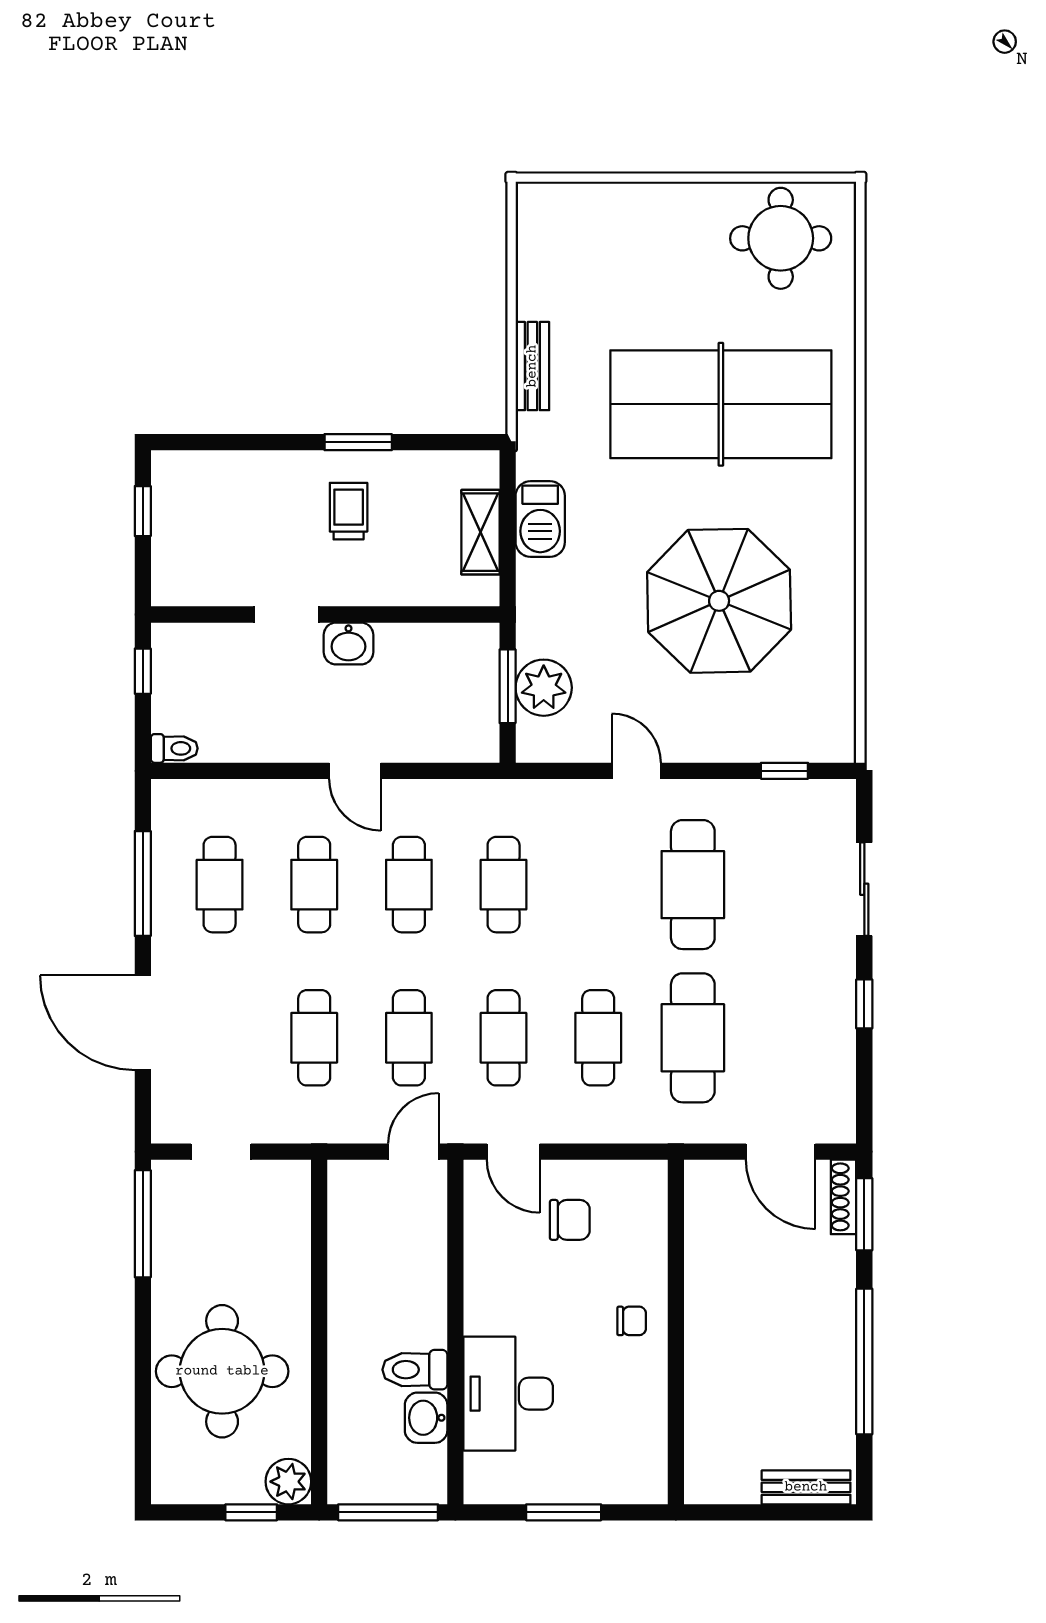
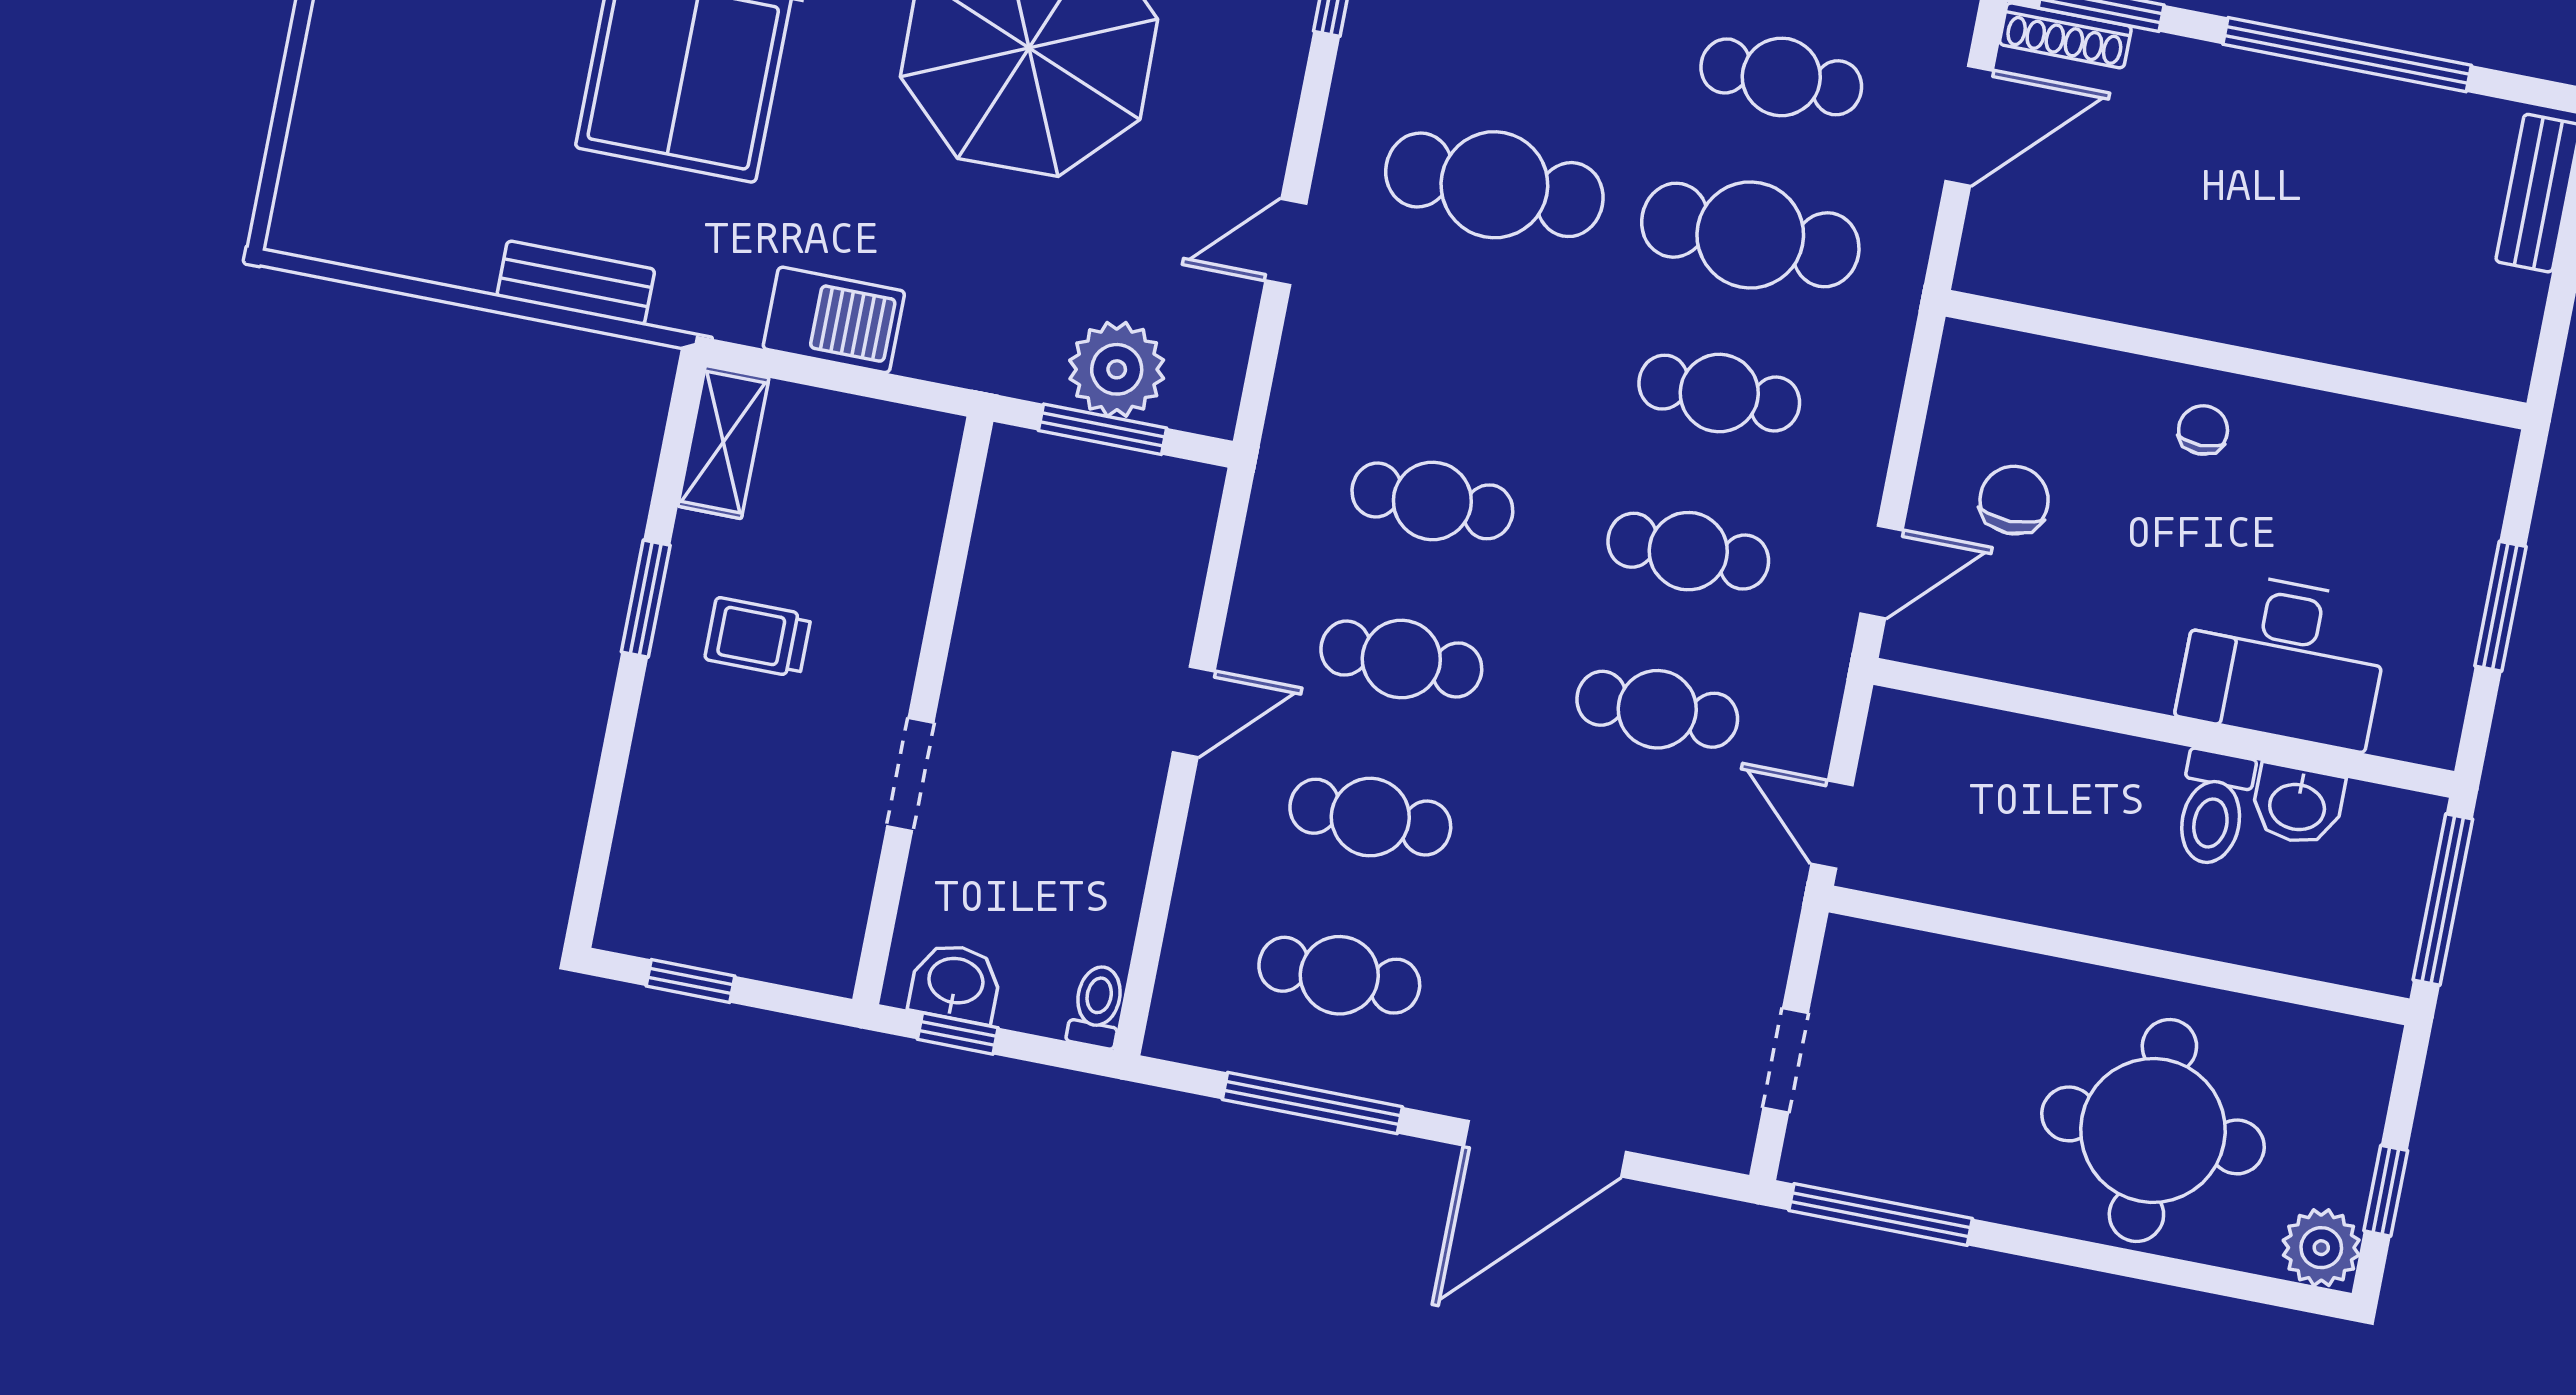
shelving: (481, 532) -> (723, 442), moved, turned 90
washbasin: (348, 644) -> (955, 983), moved, turned -90
cafe table: (314, 1038) -> (1781, 77), moved
door: (413, 1152) -> (1832, 825), moved
plant: (288, 1482) -> (2321, 1248), moved
window: (251, 1512) -> (2386, 1191), moved

